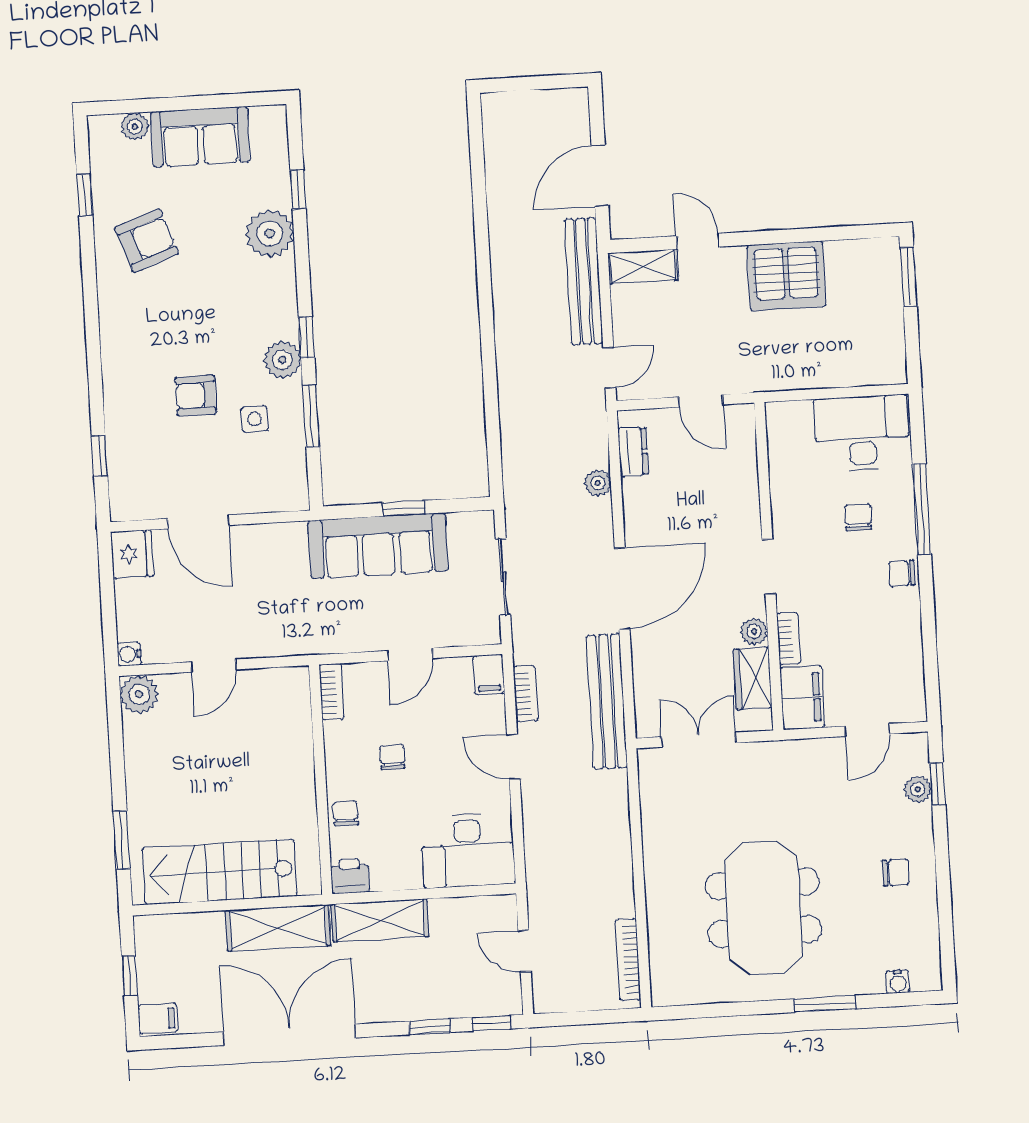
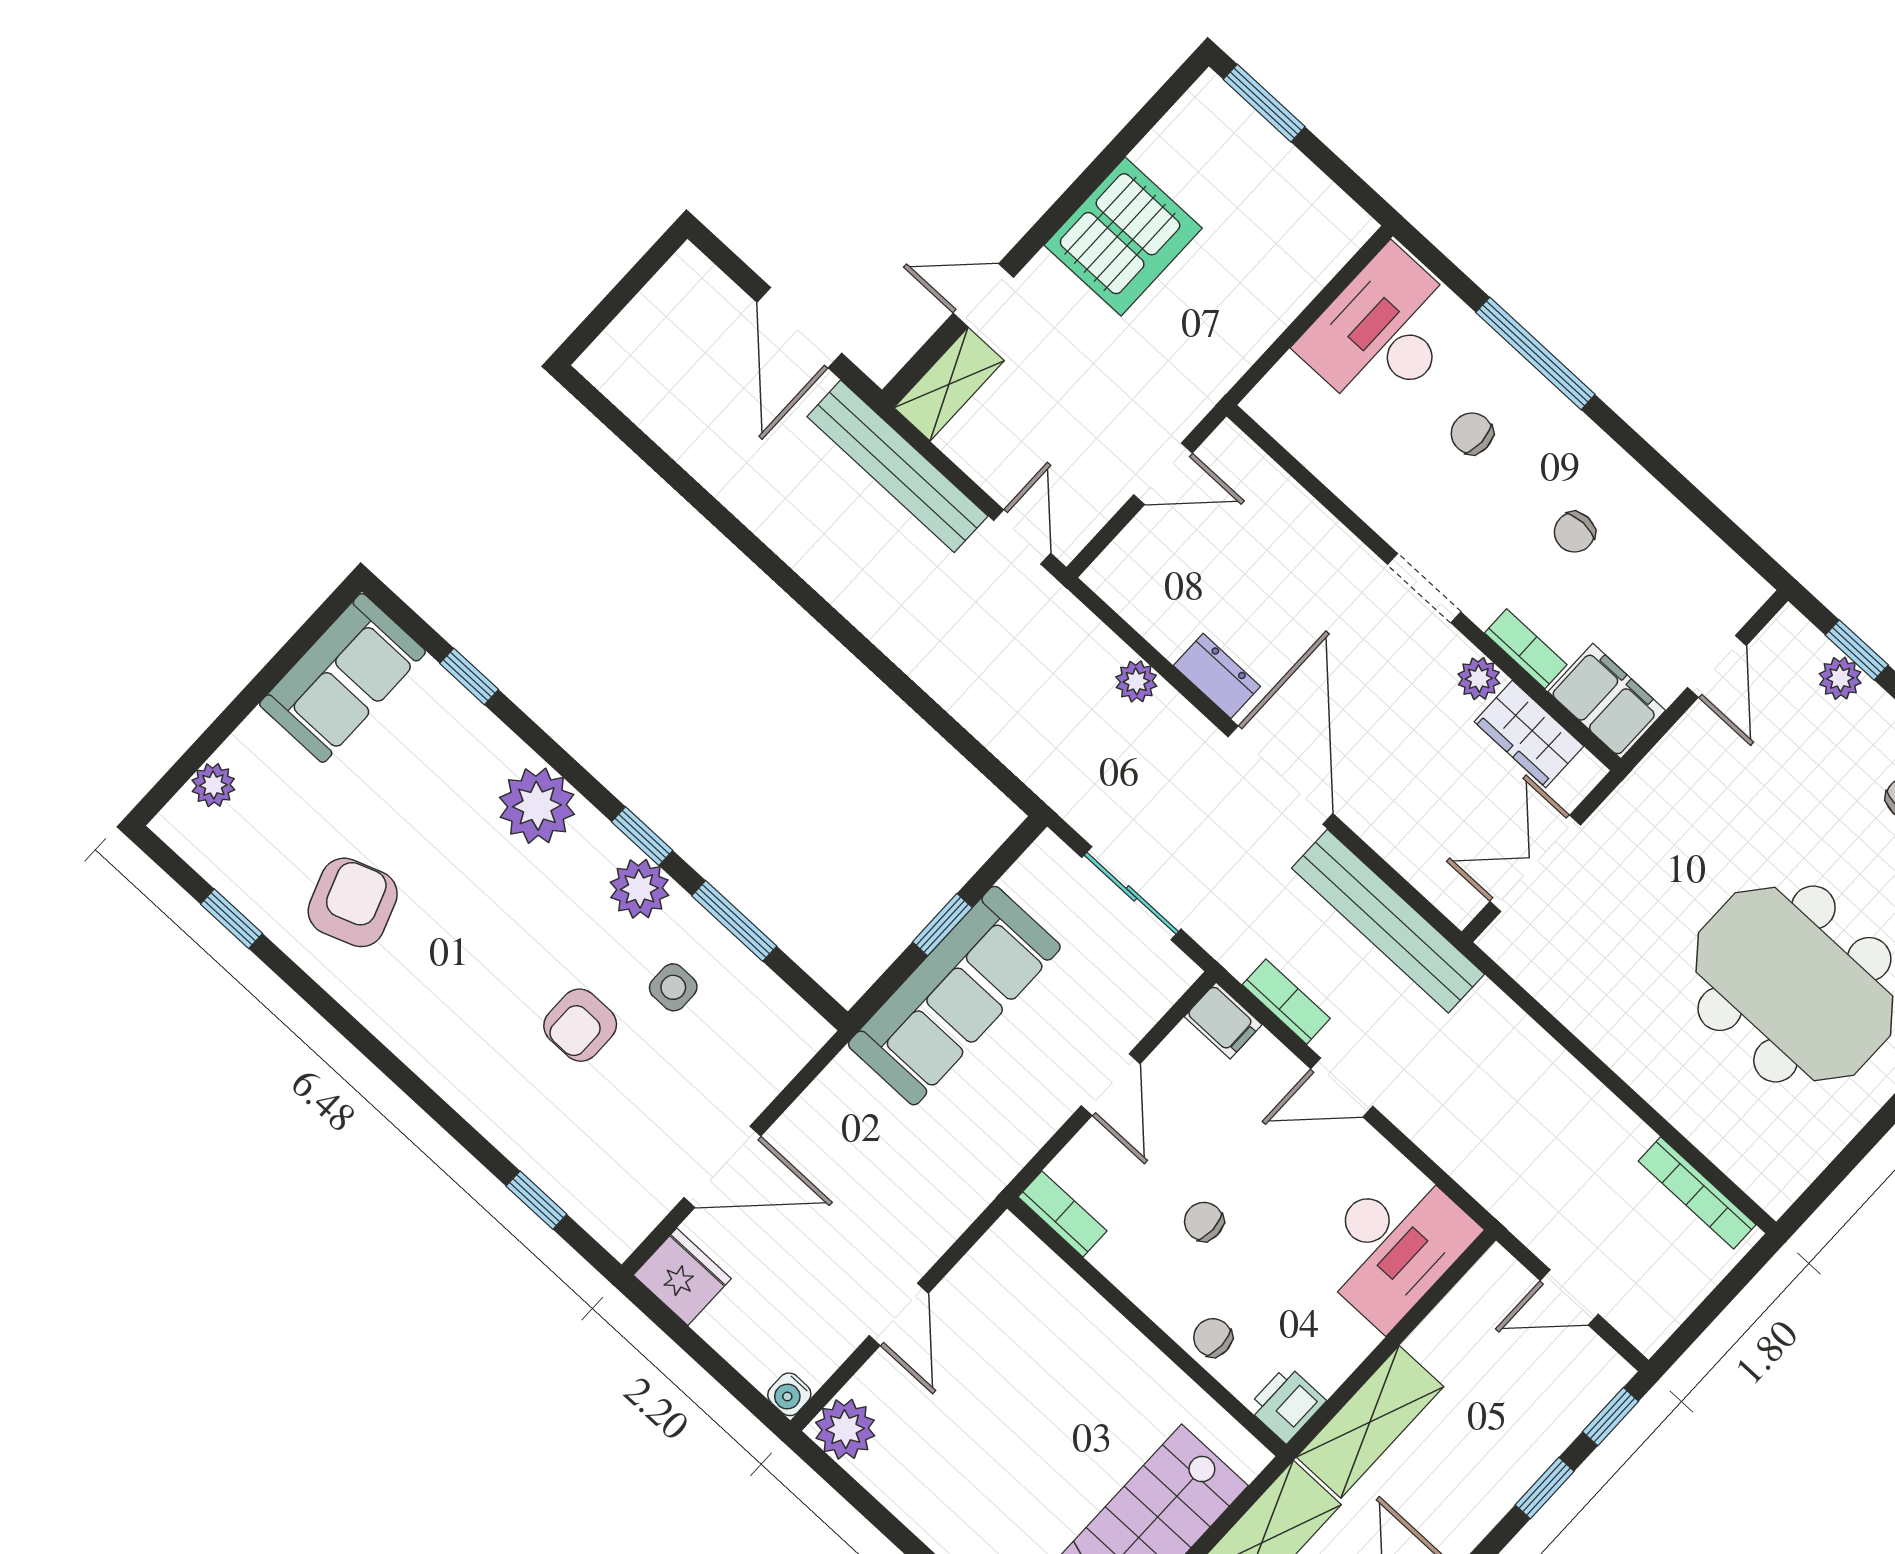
sofa: (200, 137) -> (342, 678), moved
plant: (270, 233) -> (537, 806), moved
dresser: (633, 452) -> (1217, 676), moved
chair: (902, 574) -> (1575, 532), moved

